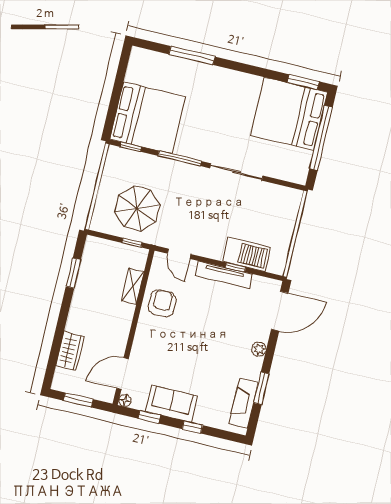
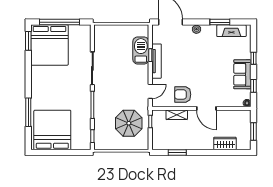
bed: (148, 118) -> (52, 130), moved
door: (122, 373) -> (206, 108), moved

